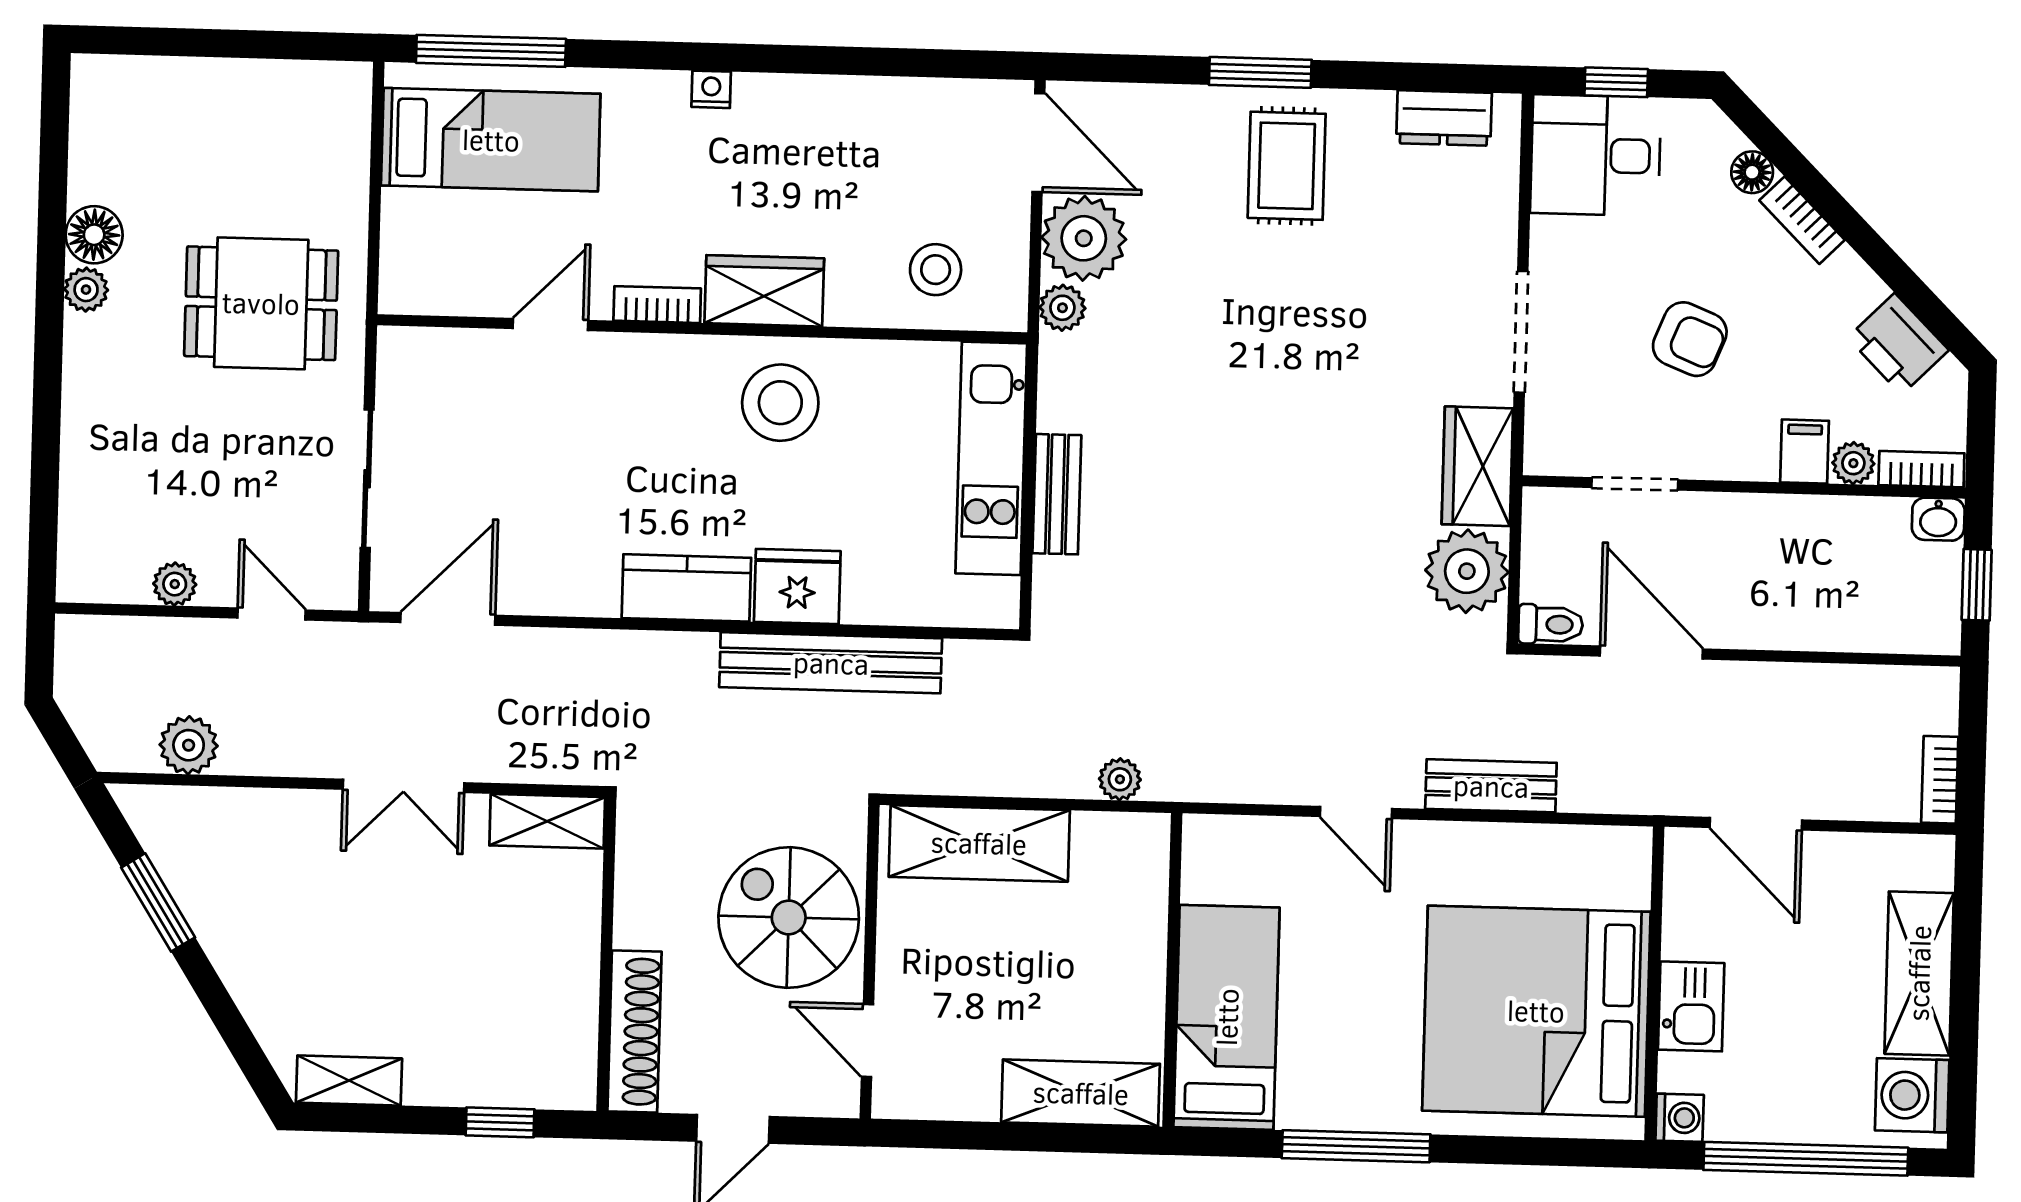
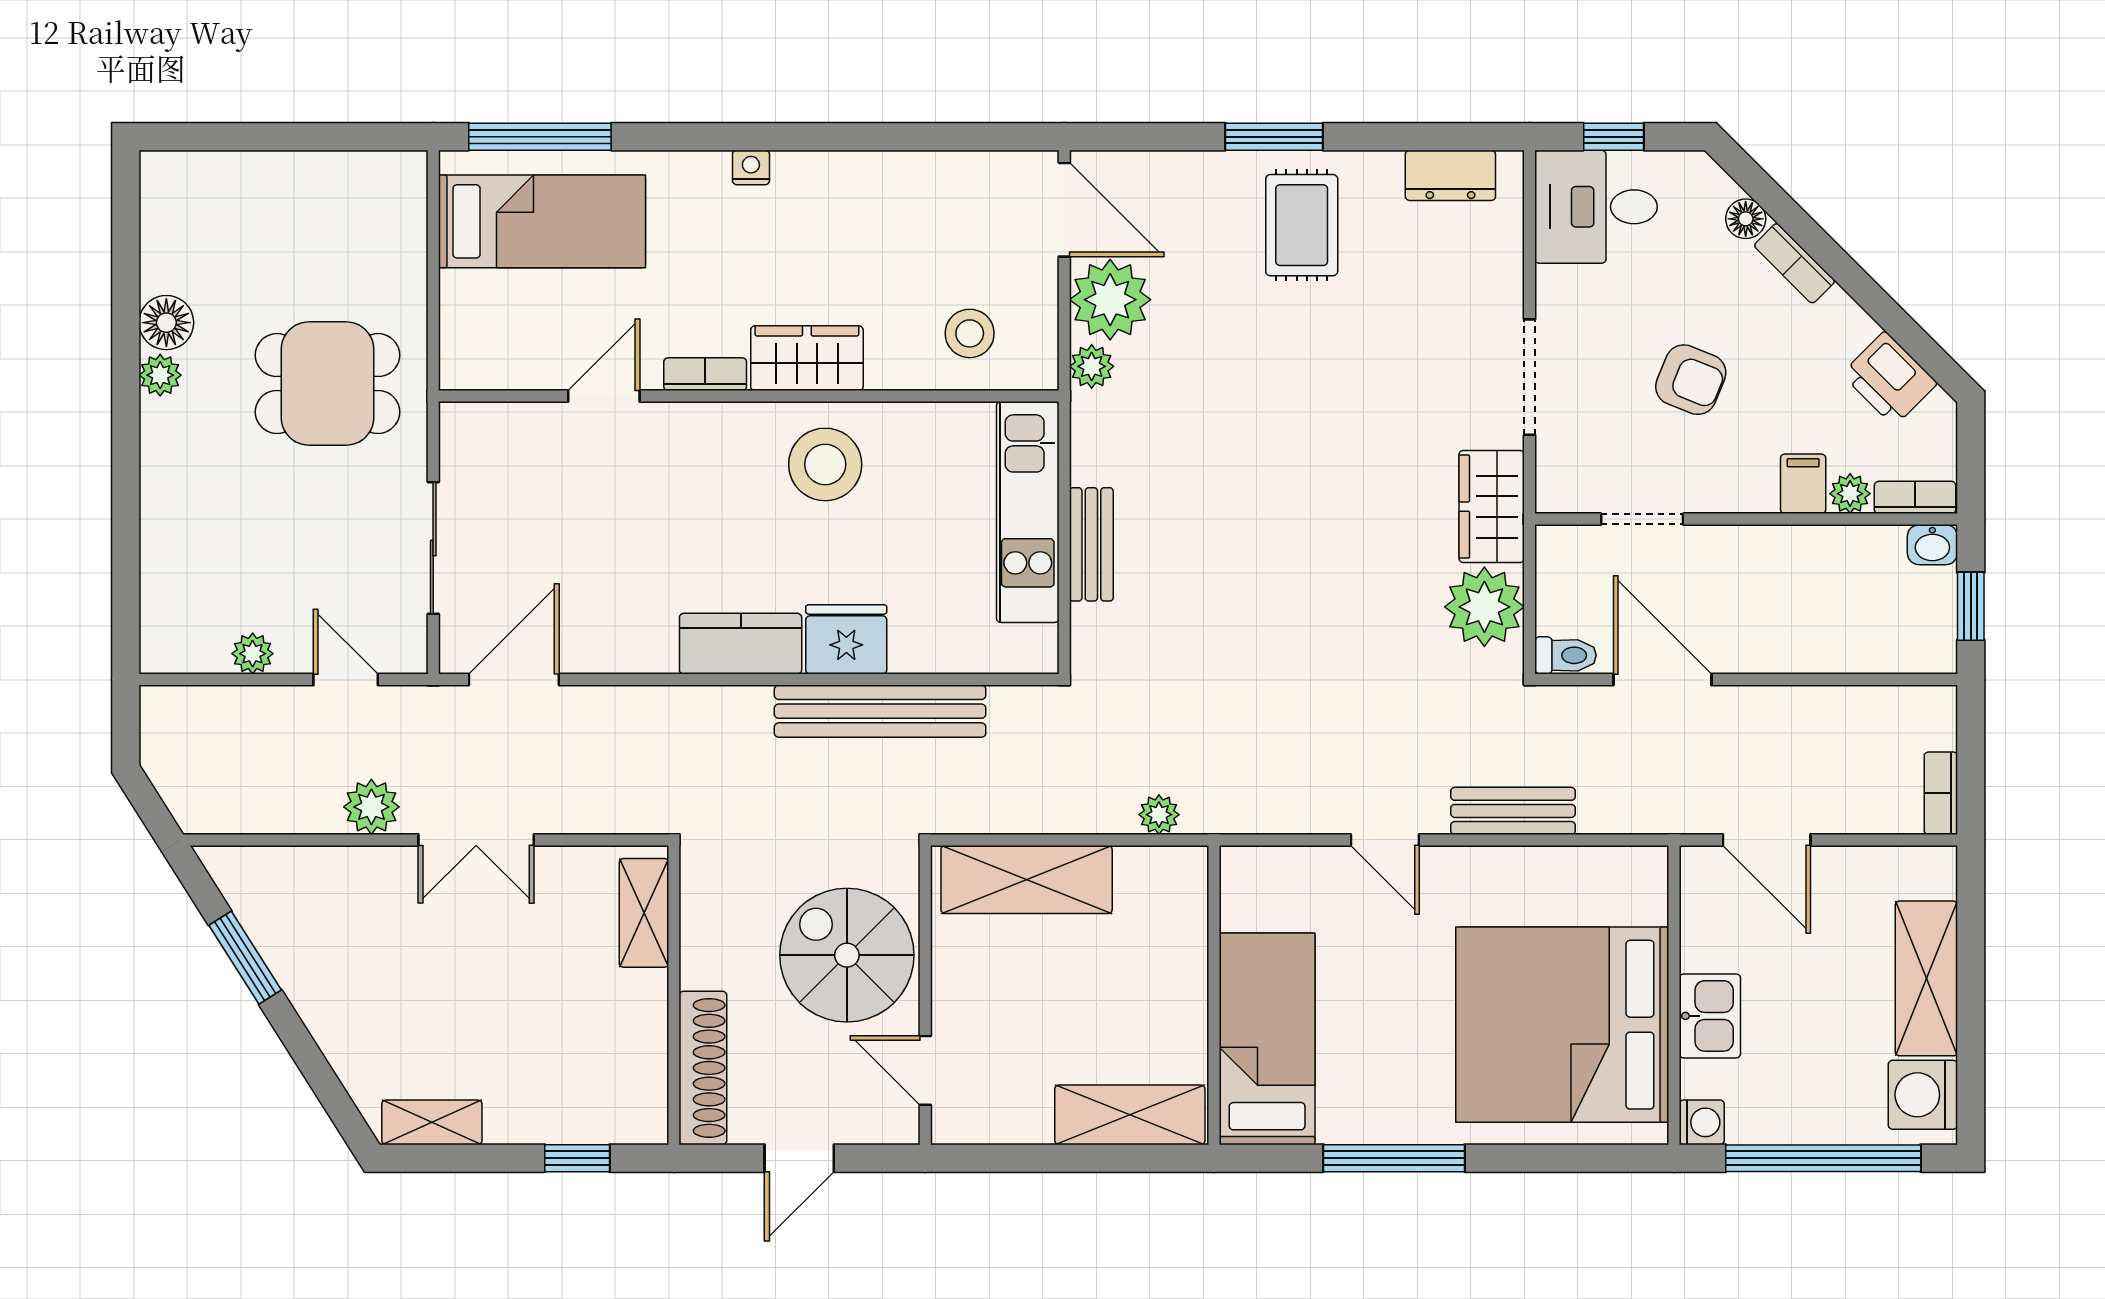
plant: (189, 745) -> (371, 807), moved
shelving: (547, 821) -> (644, 913), moved, turned 90

